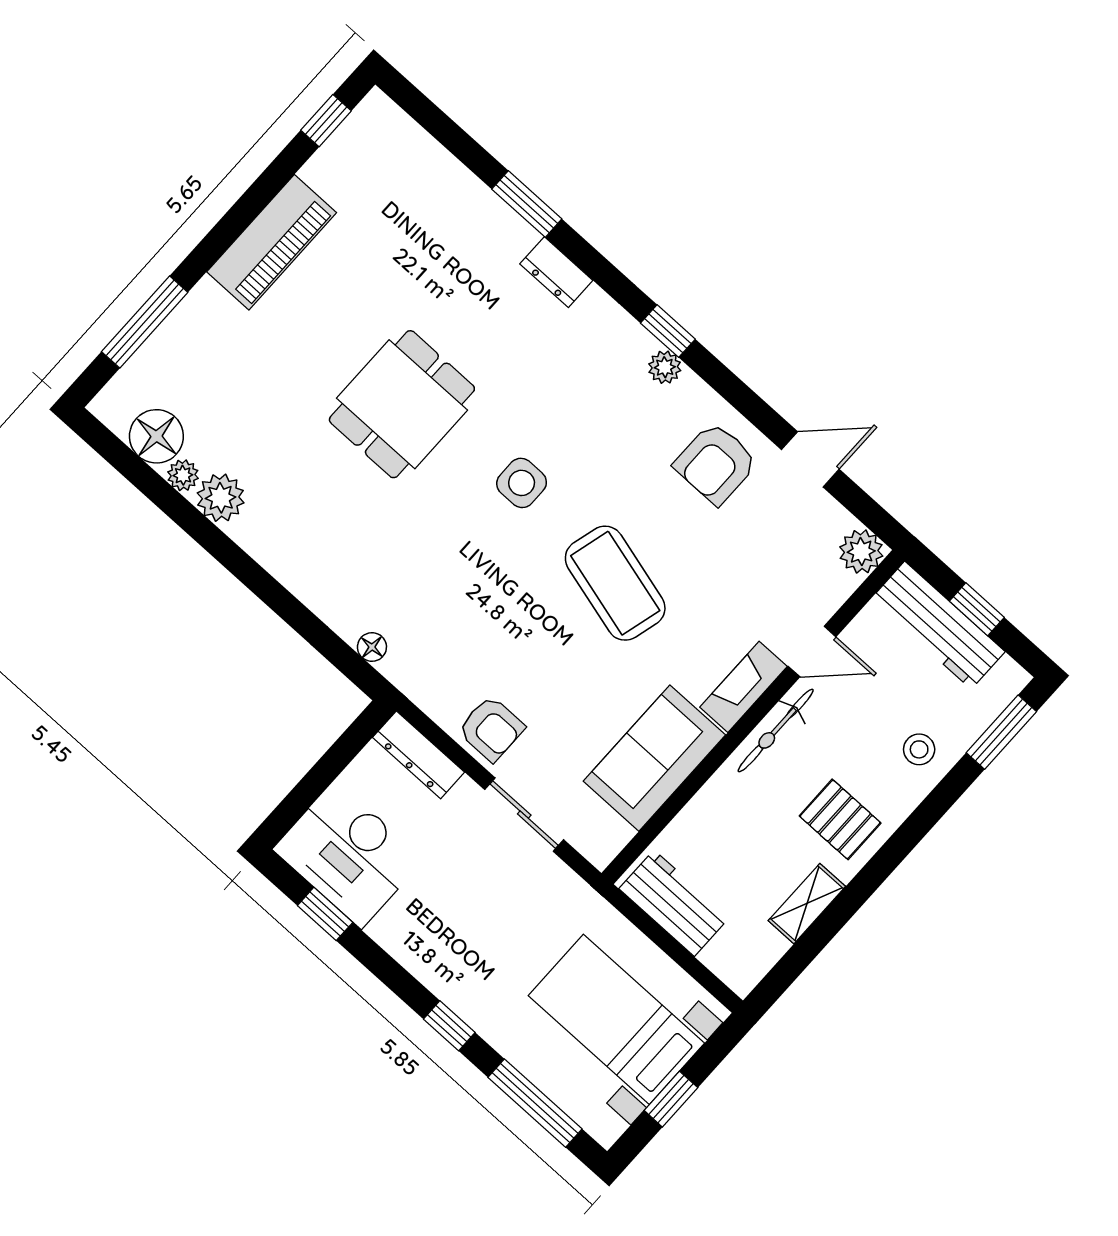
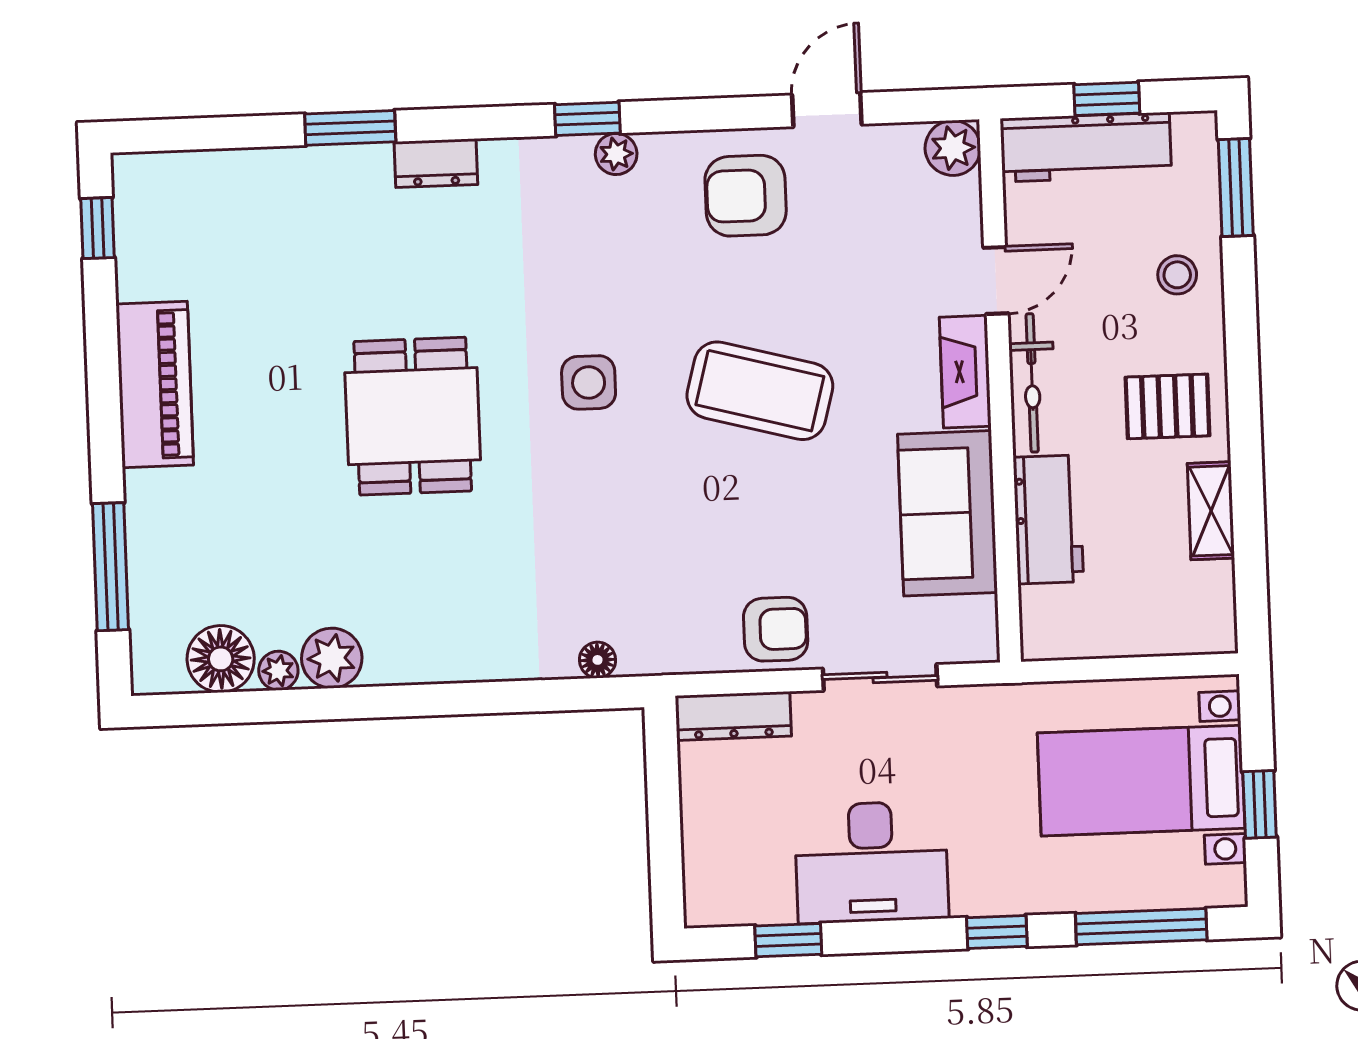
armchair: (716, 463) -> (746, 196), turned 90
desk: (348, 854) -> (871, 862), moved
workbench: (674, 903) -> (1048, 519), moved, turned 90

